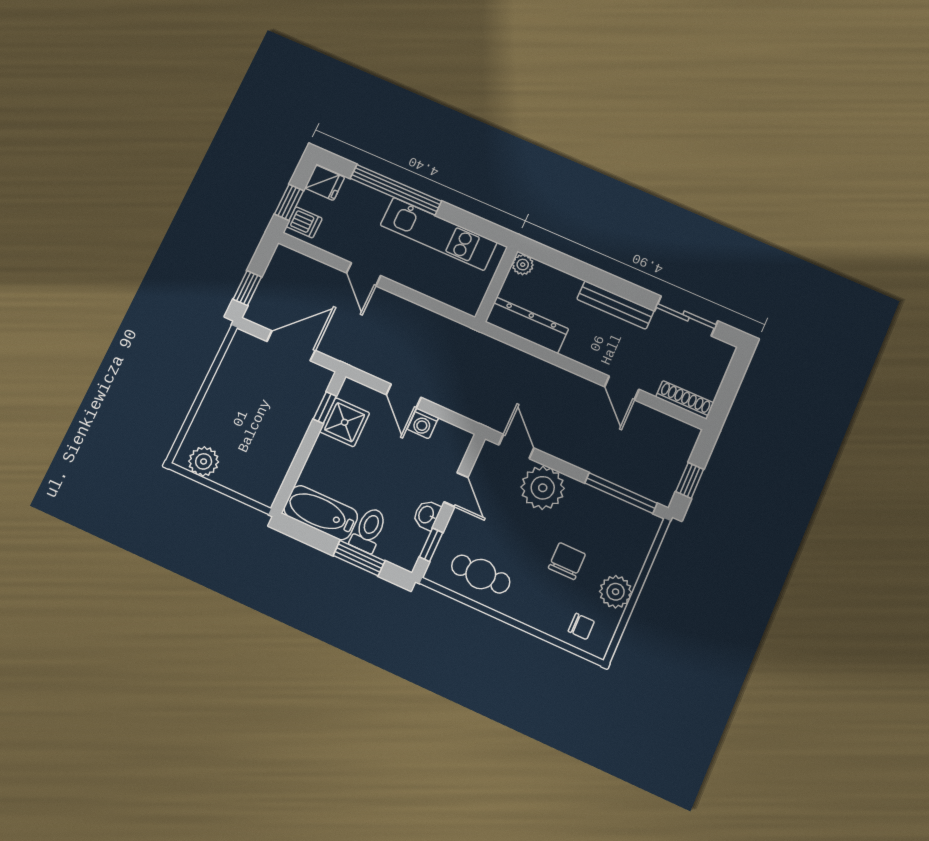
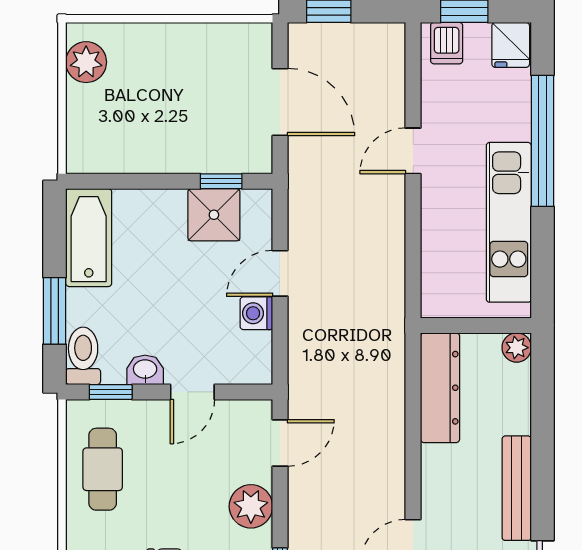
plant: (543, 488) -> (251, 506), width x0.73, depth x0.73
toilet: (369, 530) -> (83, 356), moved, turned -90

